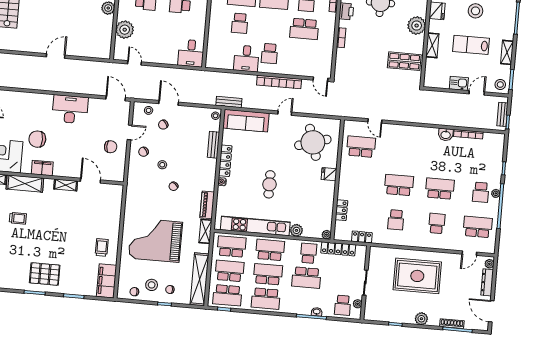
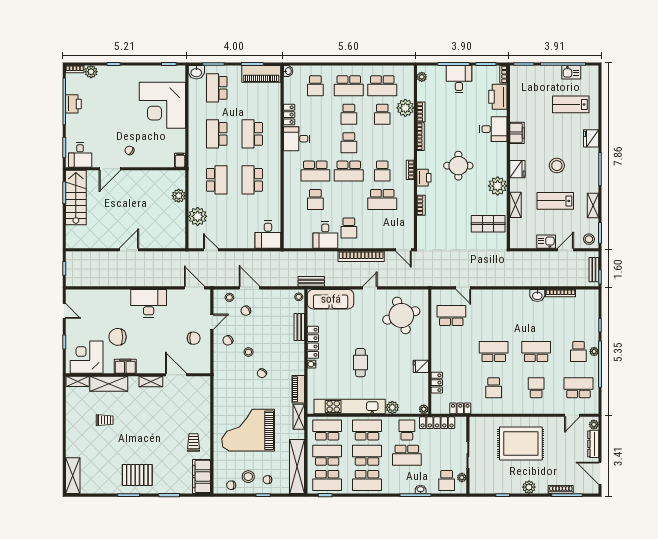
fridge: (329, 174) -> (421, 366), moved

